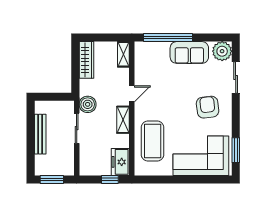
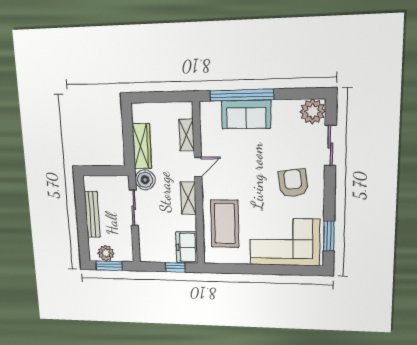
sofa: (189, 52) -> (246, 114), moved
shelving: (123, 54) -> (186, 135), moved
wardrobe: (86, 60) -> (142, 146), moved
plant: (50, 168) -> (106, 253), added

